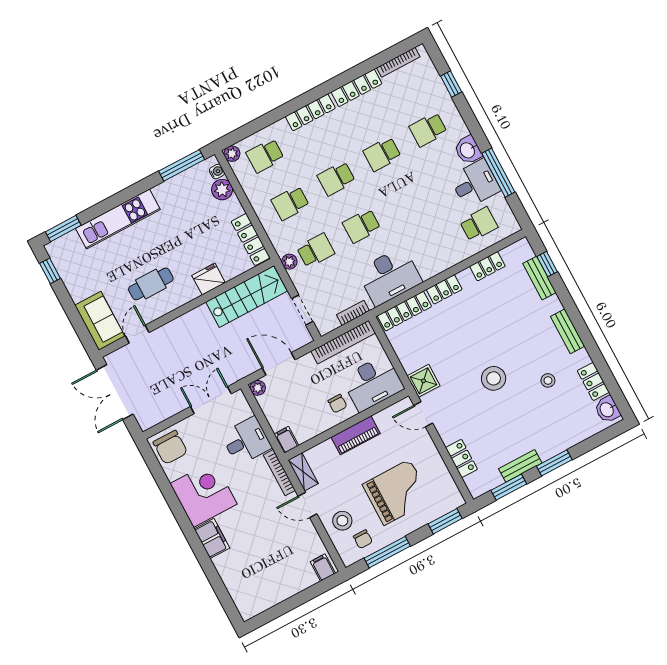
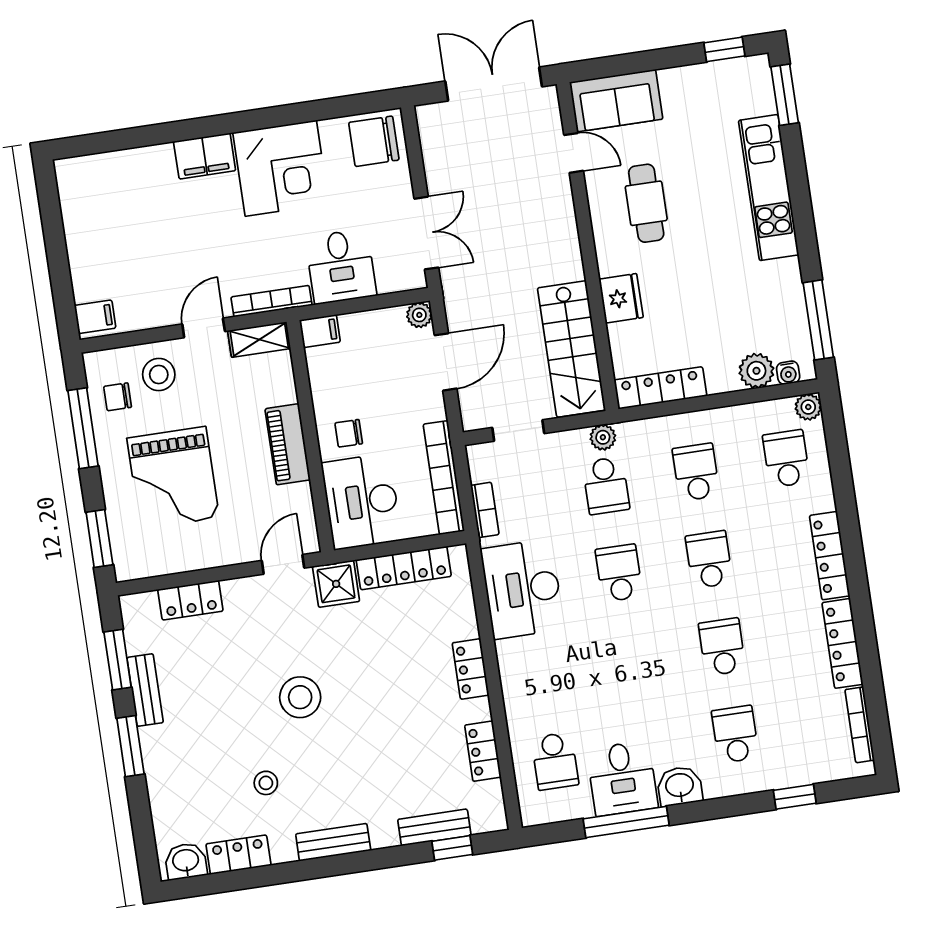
locker: (404, 311) -> (404, 568), moved, turned -90

